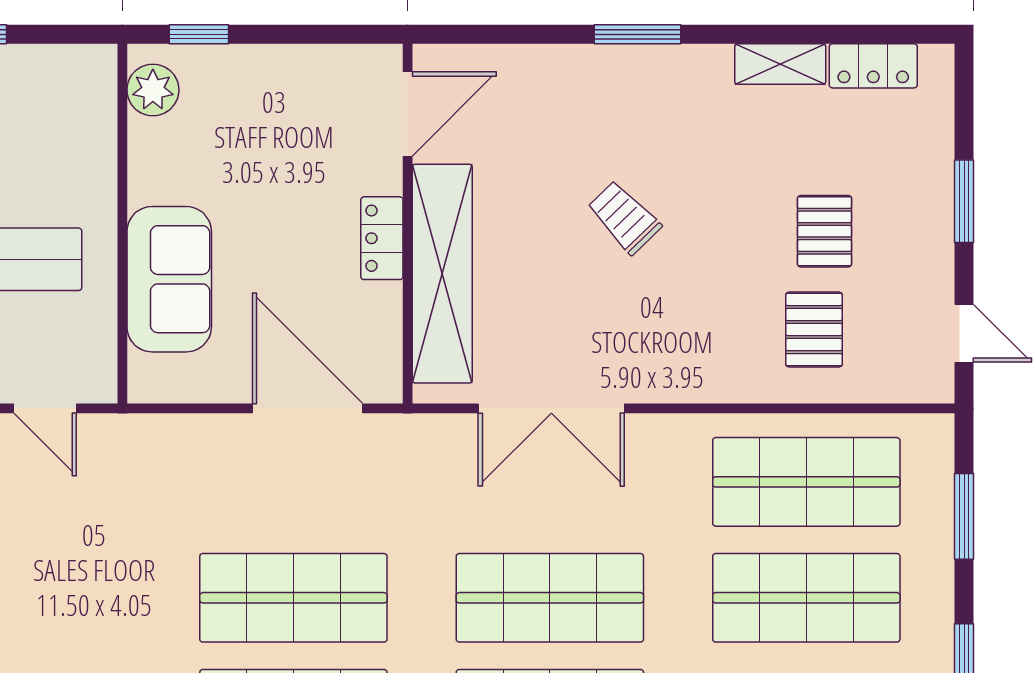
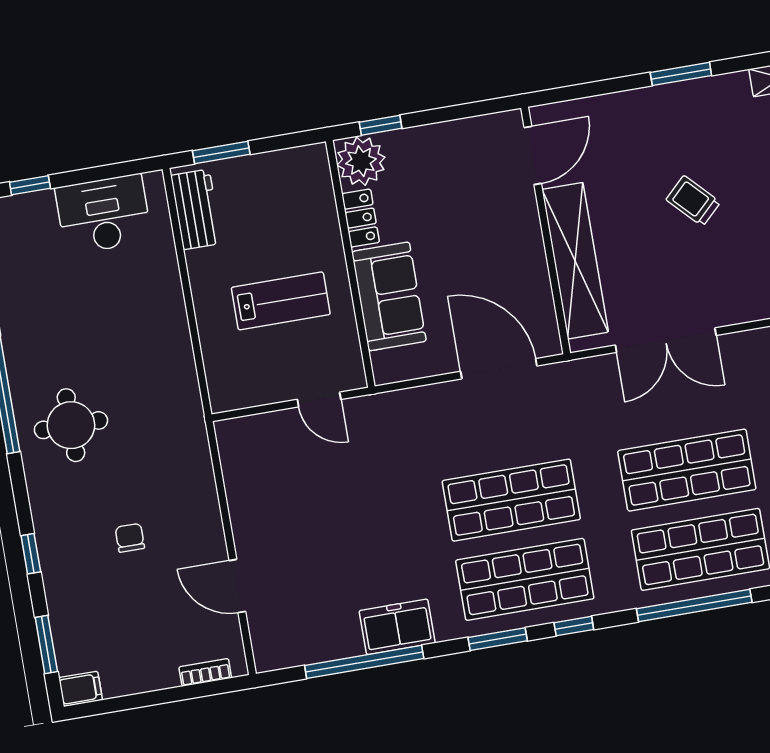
plant: (153, 90) -> (361, 161), width x1.36, depth x1.36
locker: (382, 238) -> (361, 218), moved, turned 180

